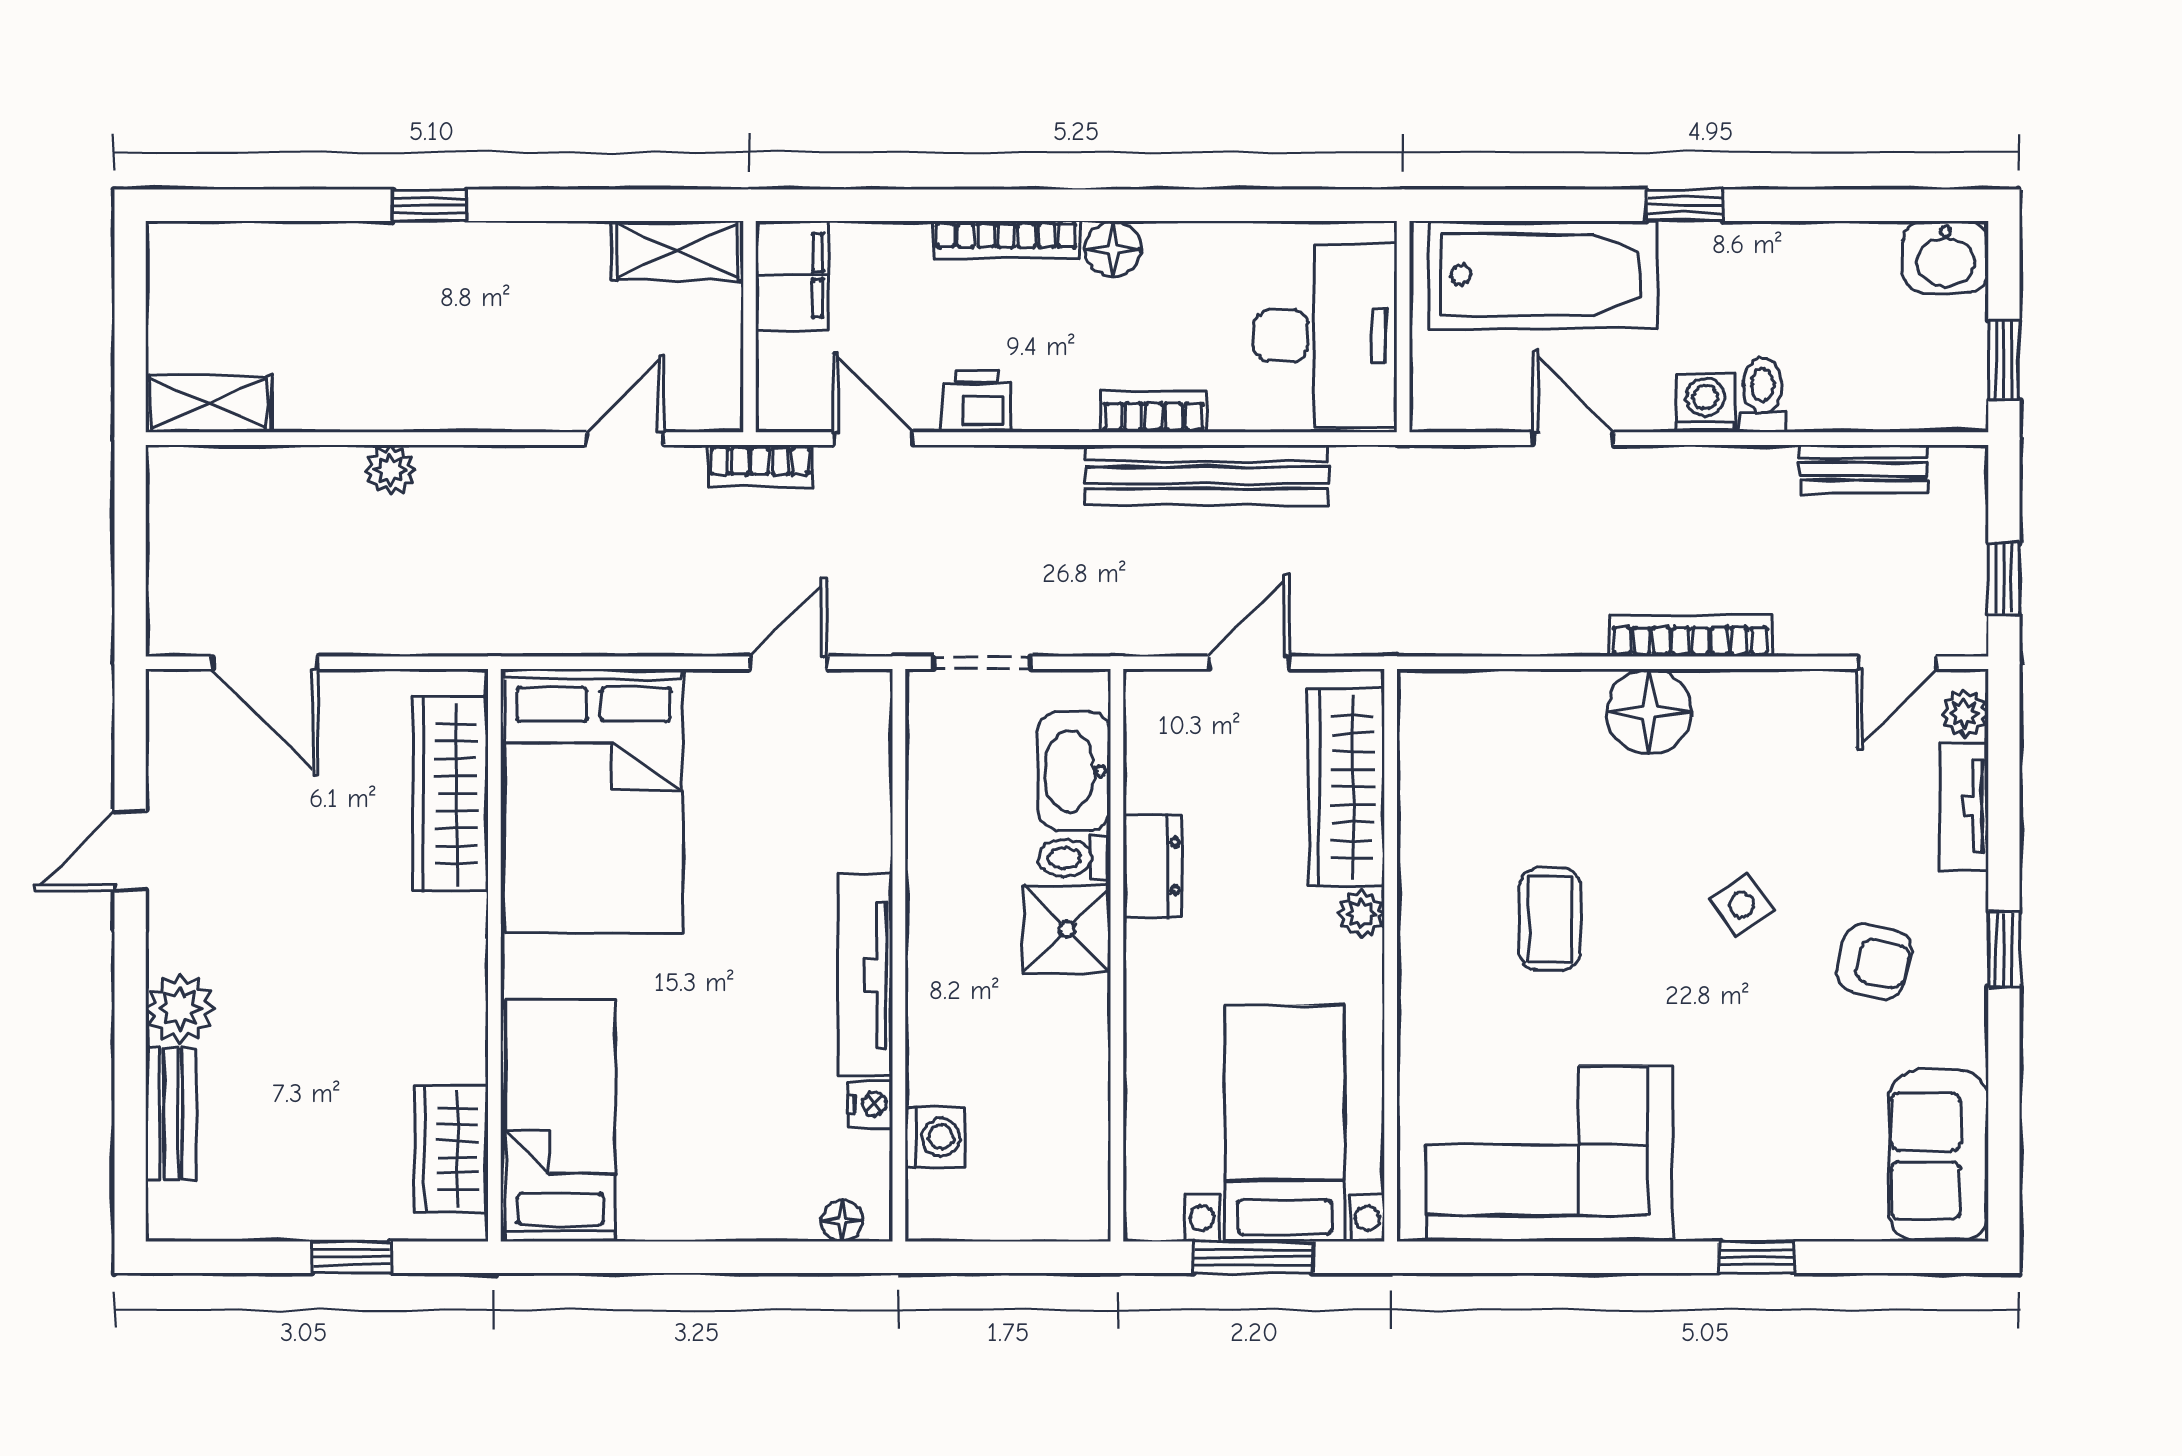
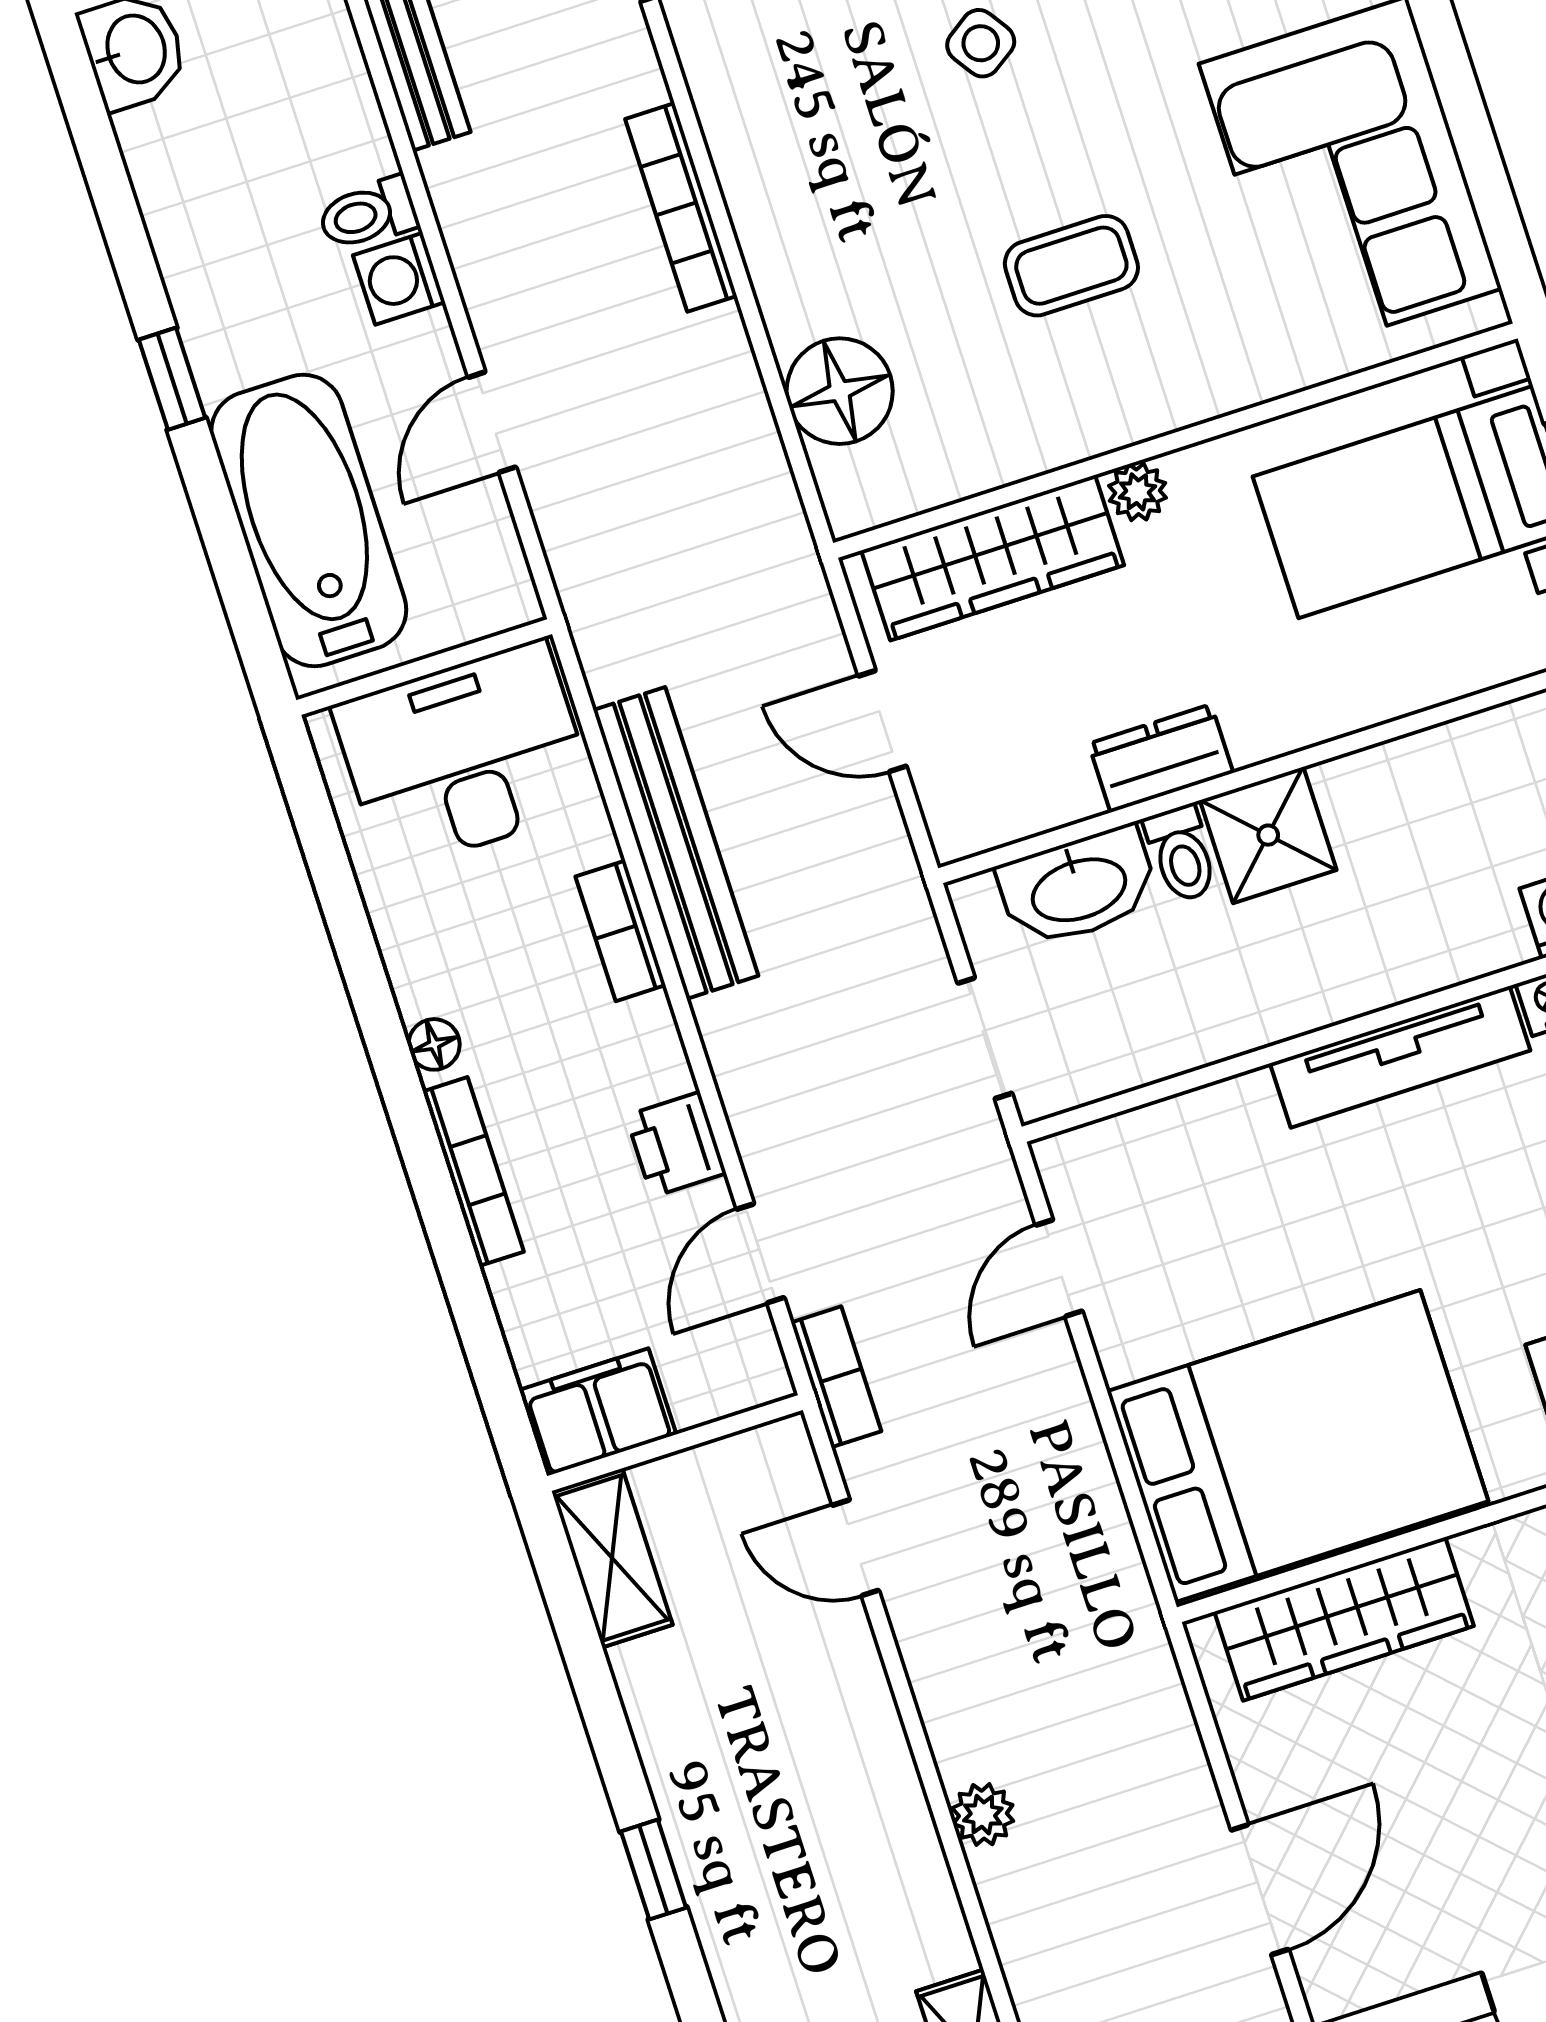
floor lamp: (1113, 249) -> (434, 1044), width x0.73, depth x0.73
door: (788, 663) -> (1059, 1268), hinge flipped
floor lamp: (1649, 711) -> (840, 391), moved

